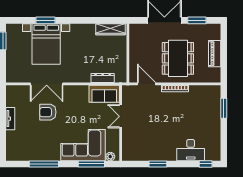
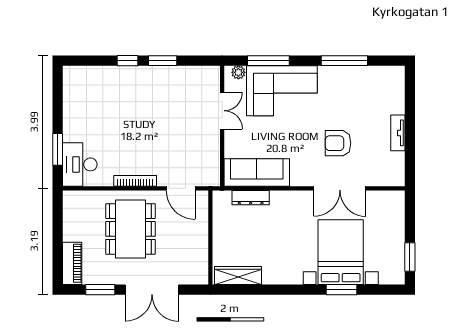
piano: (215, 54) -> (72, 263), moved
double door: (47, 84) -> (340, 188), swing flipped
sofa: (104, 94) -> (257, 172), width x1.36
armchair: (48, 112) -> (338, 143), turned 180
double door: (121, 116) -> (222, 111), moved
desk: (191, 150) -> (80, 164), moved, turned -90
window: (206, 164) -> (127, 61), moved

